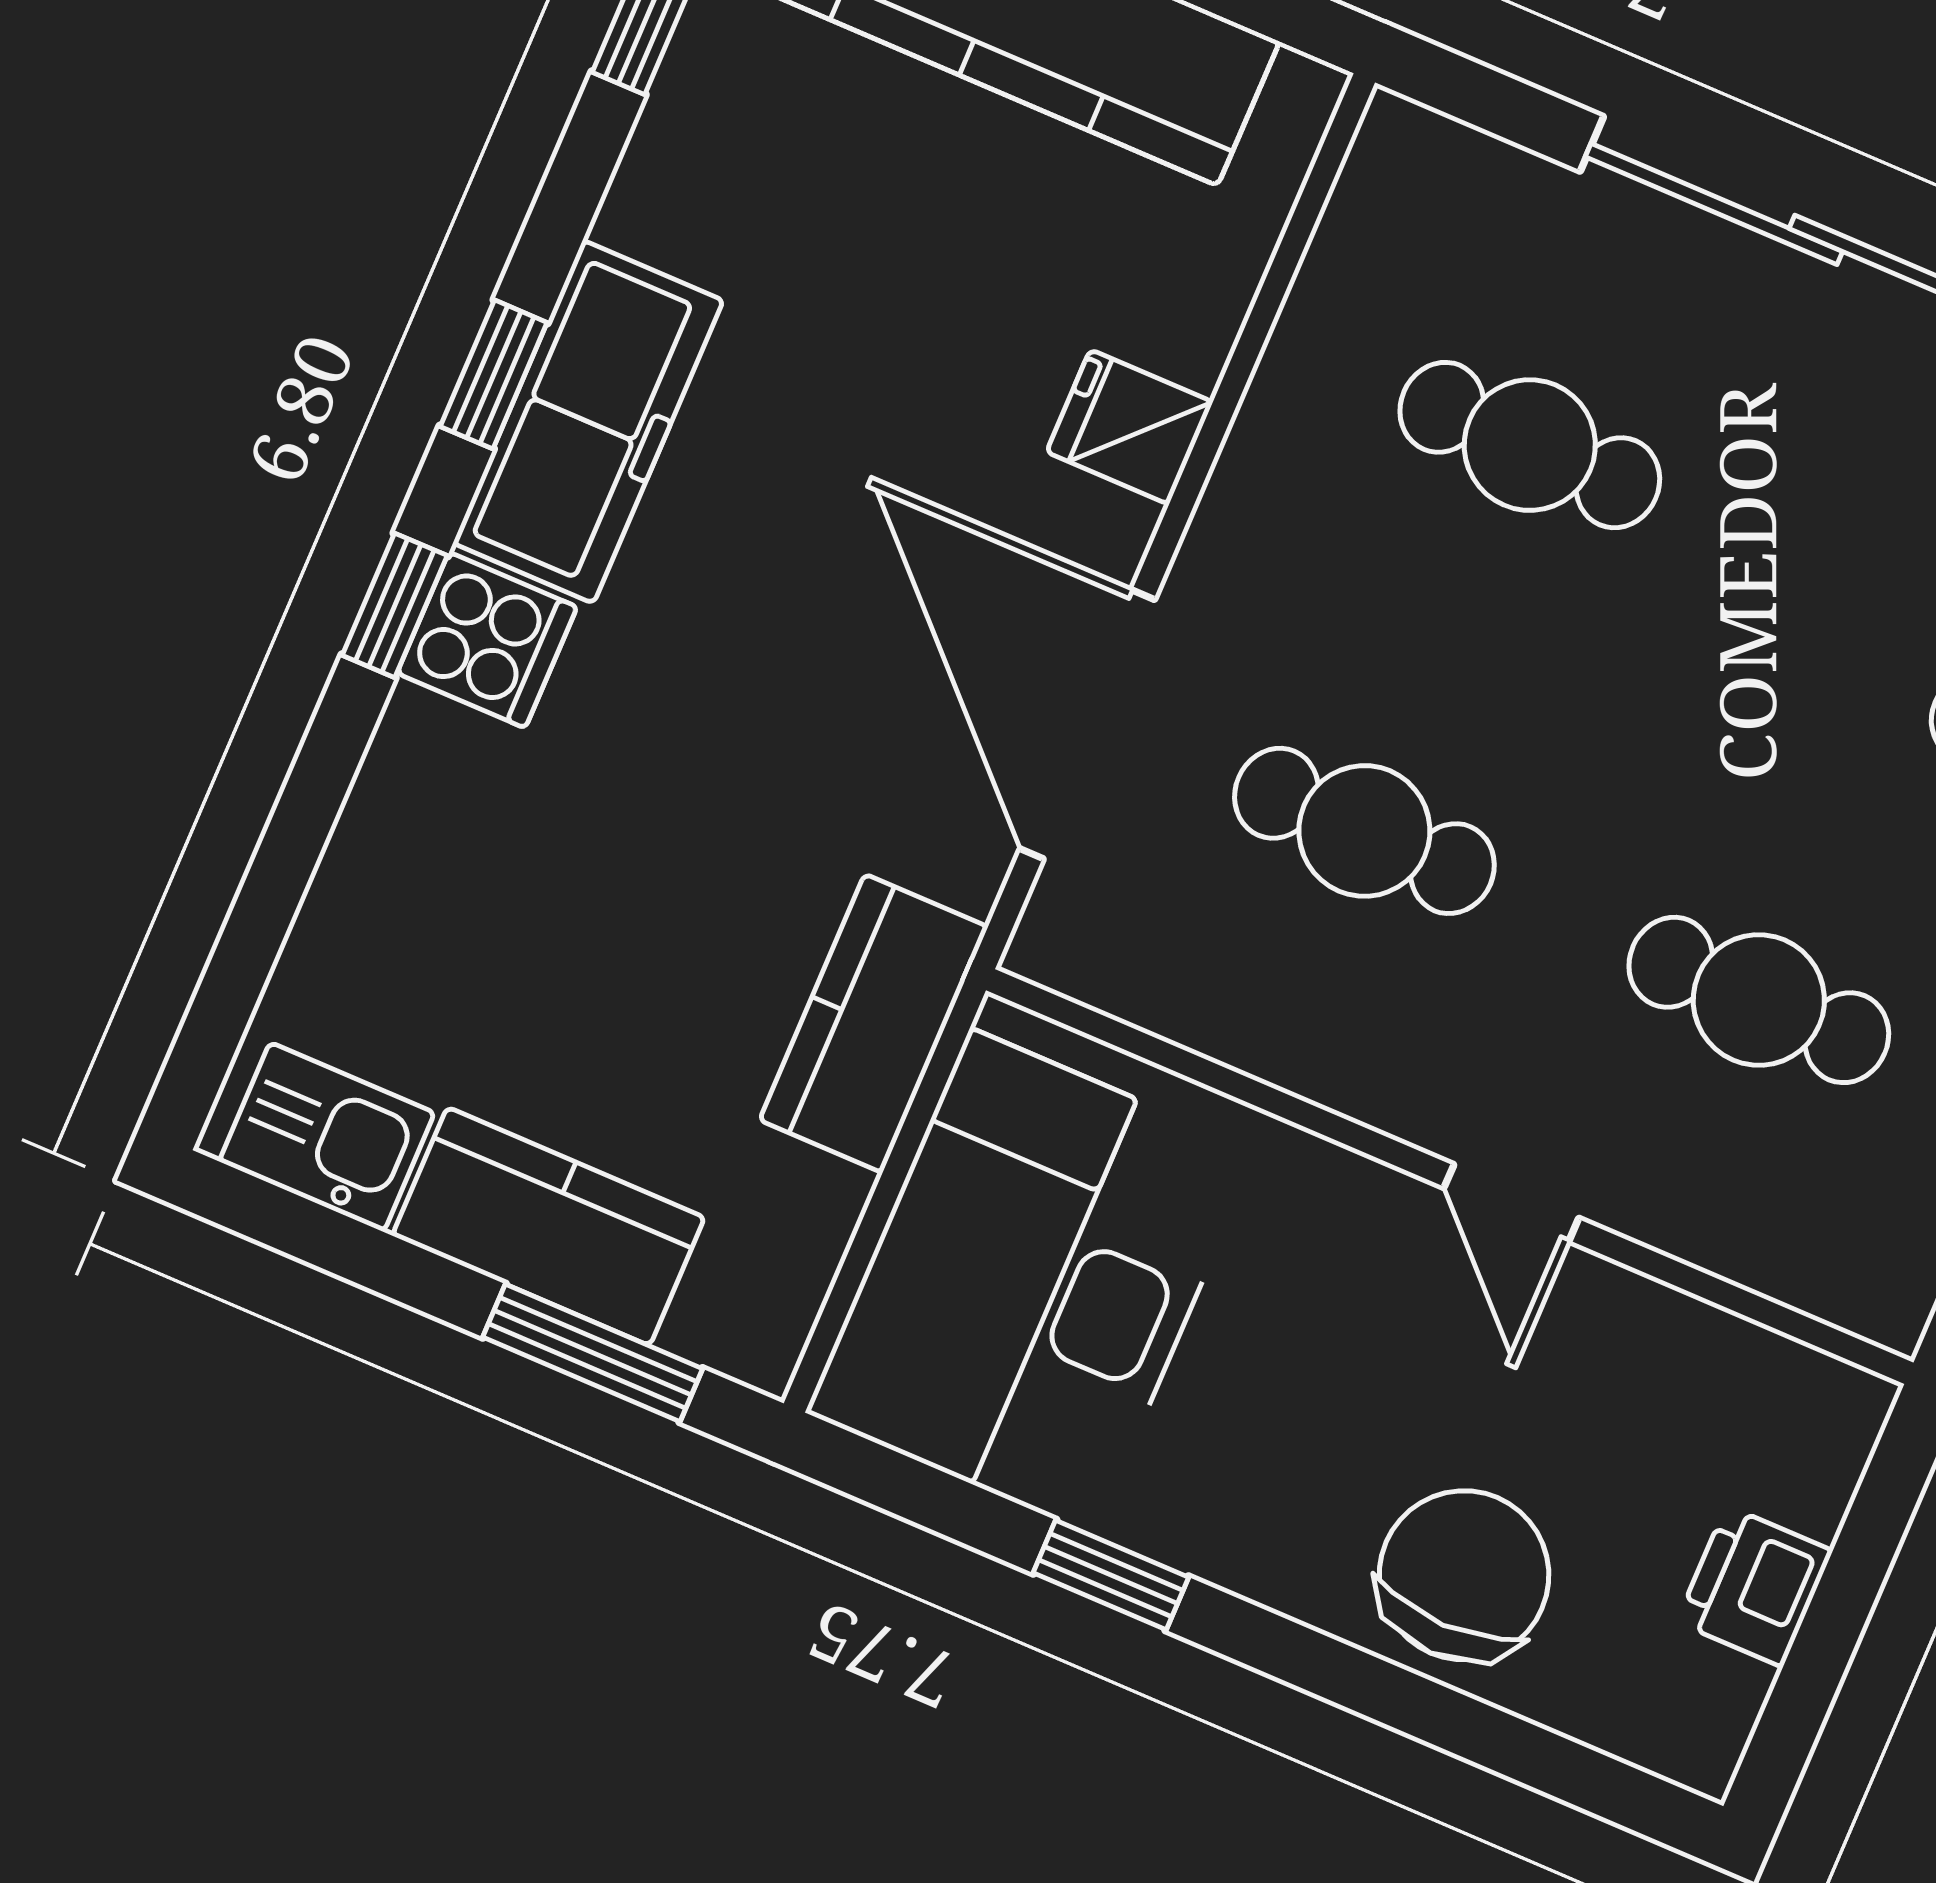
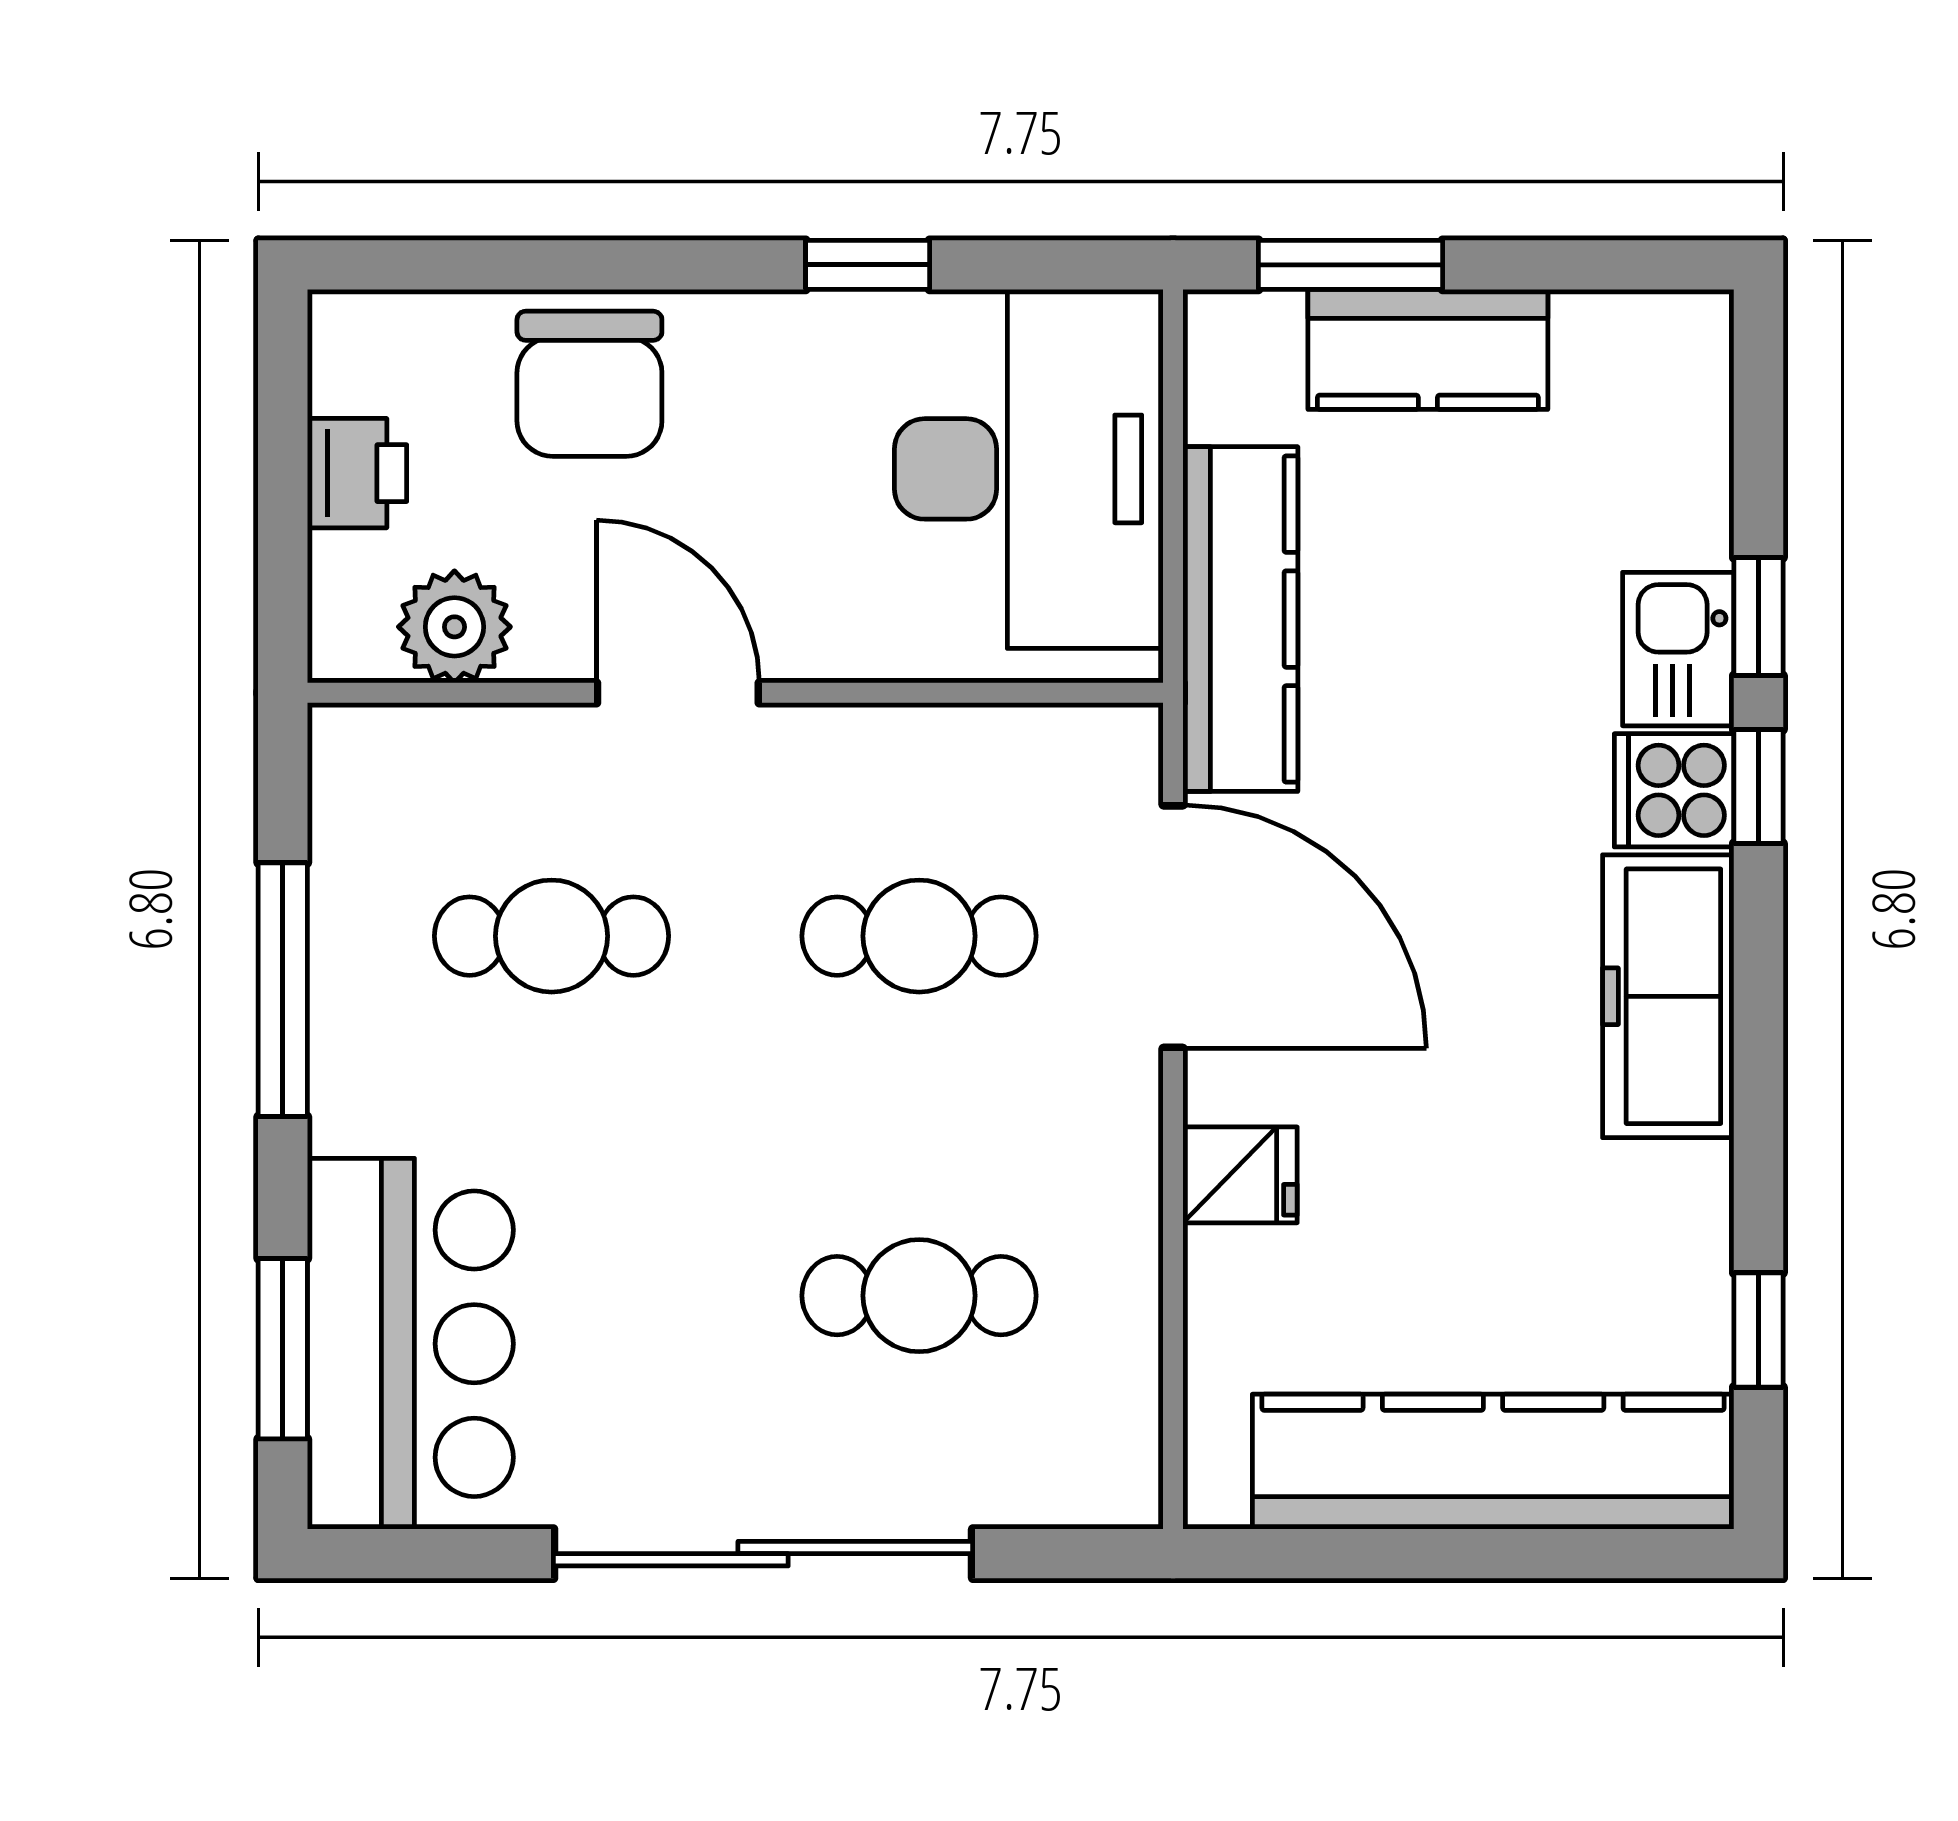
window: (494, 374) -> (1758, 617), moved
kitchen counter: (874, 1023) -> (1240, 619), width x1.50
kitchen sink: (327, 1137) -> (1678, 649), moved, turned 90
door: (1511, 1203) -> (678, 693), width x1.38
plant: (1721, 1376) -> (454, 627), added

